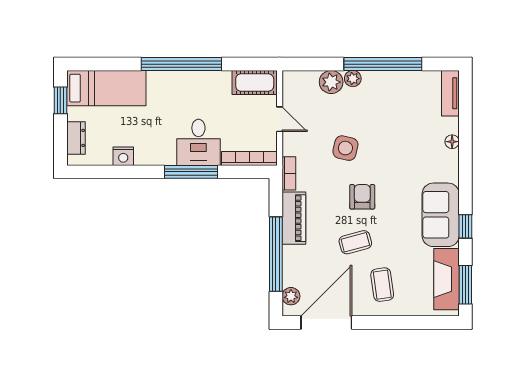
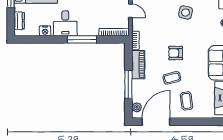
desk: (198, 142) -> (65, 23), moved
side table: (345, 148) -> (186, 12), moved
armchair: (362, 197) -> (176, 53), turned -90
window: (276, 254) -> (128, 84), width x0.68

